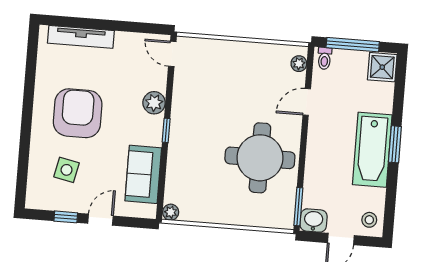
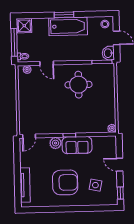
armchair: (78, 113) -> (65, 182), turned 180
round table: (260, 158) -> (78, 85), width x0.73, depth x0.73
sofa: (143, 174) -> (77, 145), moved
window: (66, 217) -> (120, 193), moved

